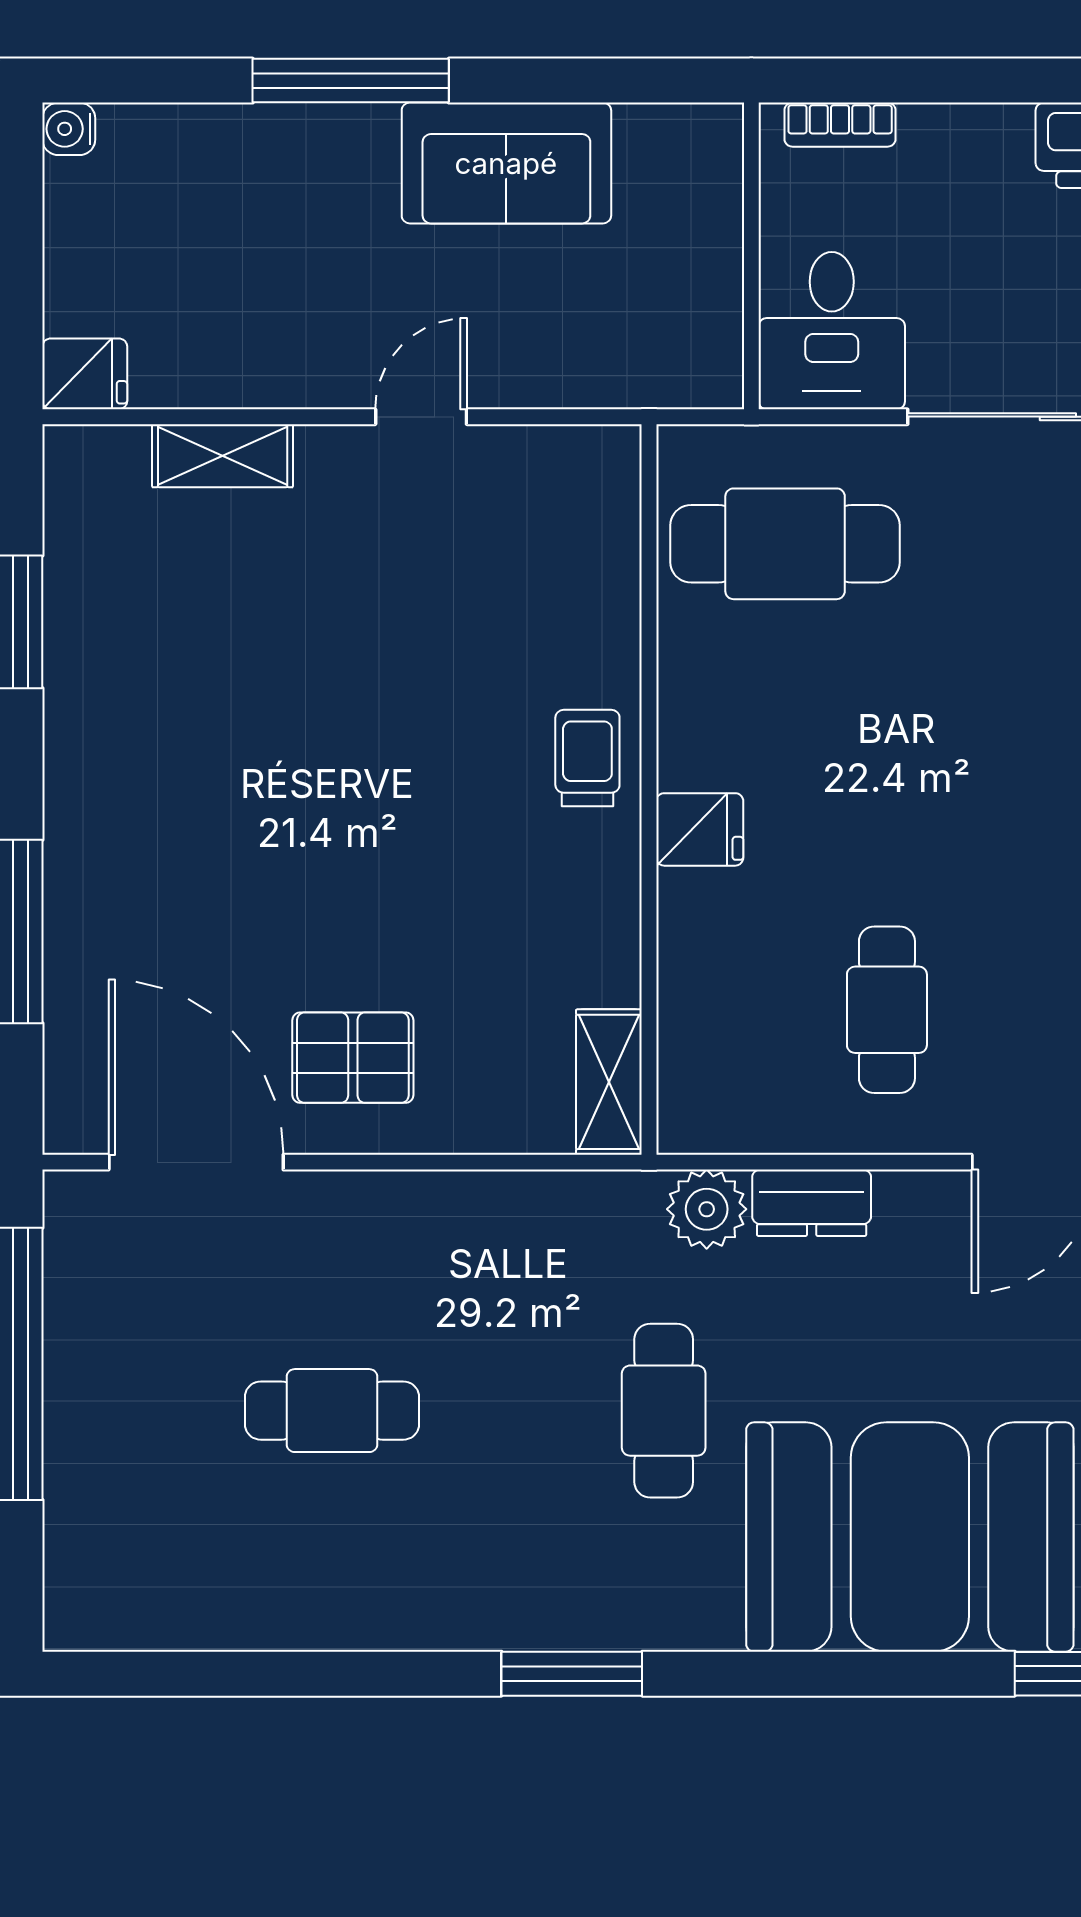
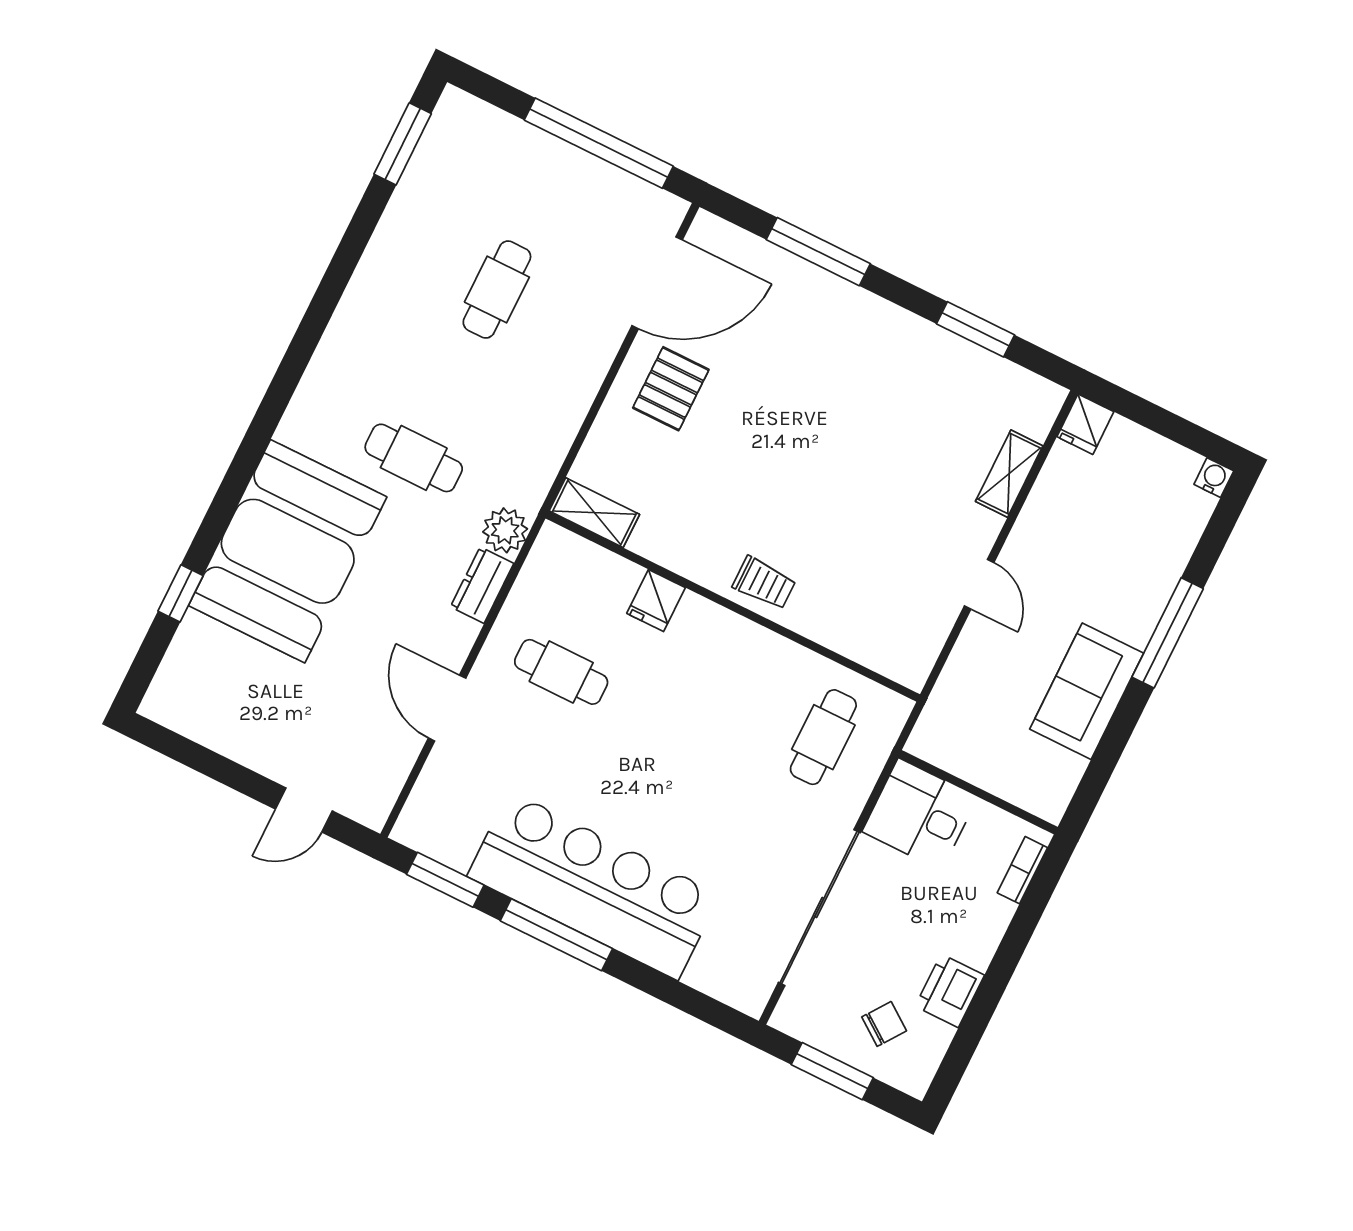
cafe table: (785, 544) -> (823, 737), width x0.73, depth x0.74
fridge: (700, 829) -> (656, 601), moved
window: (572, 1674) -> (403, 144), moved

